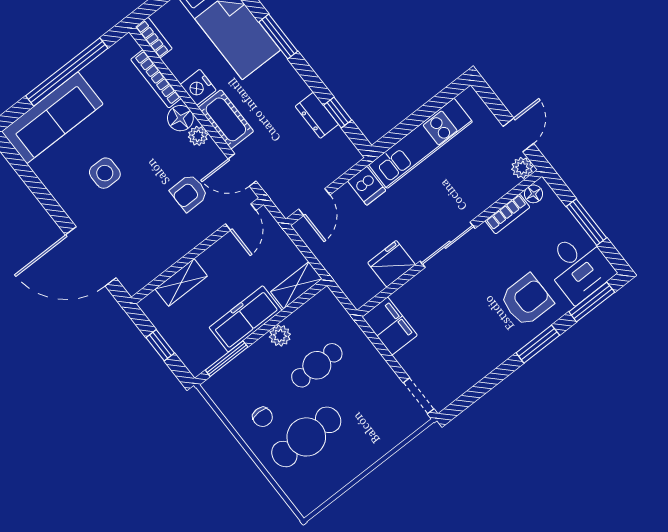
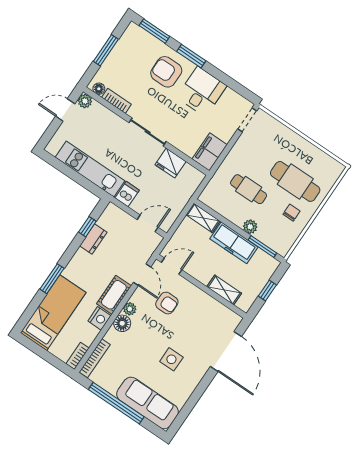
bookcase: (156, 79) -> (95, 358), moved
desk: (578, 267) -> (202, 91), moved
plant: (280, 336) -> (250, 227), moved

